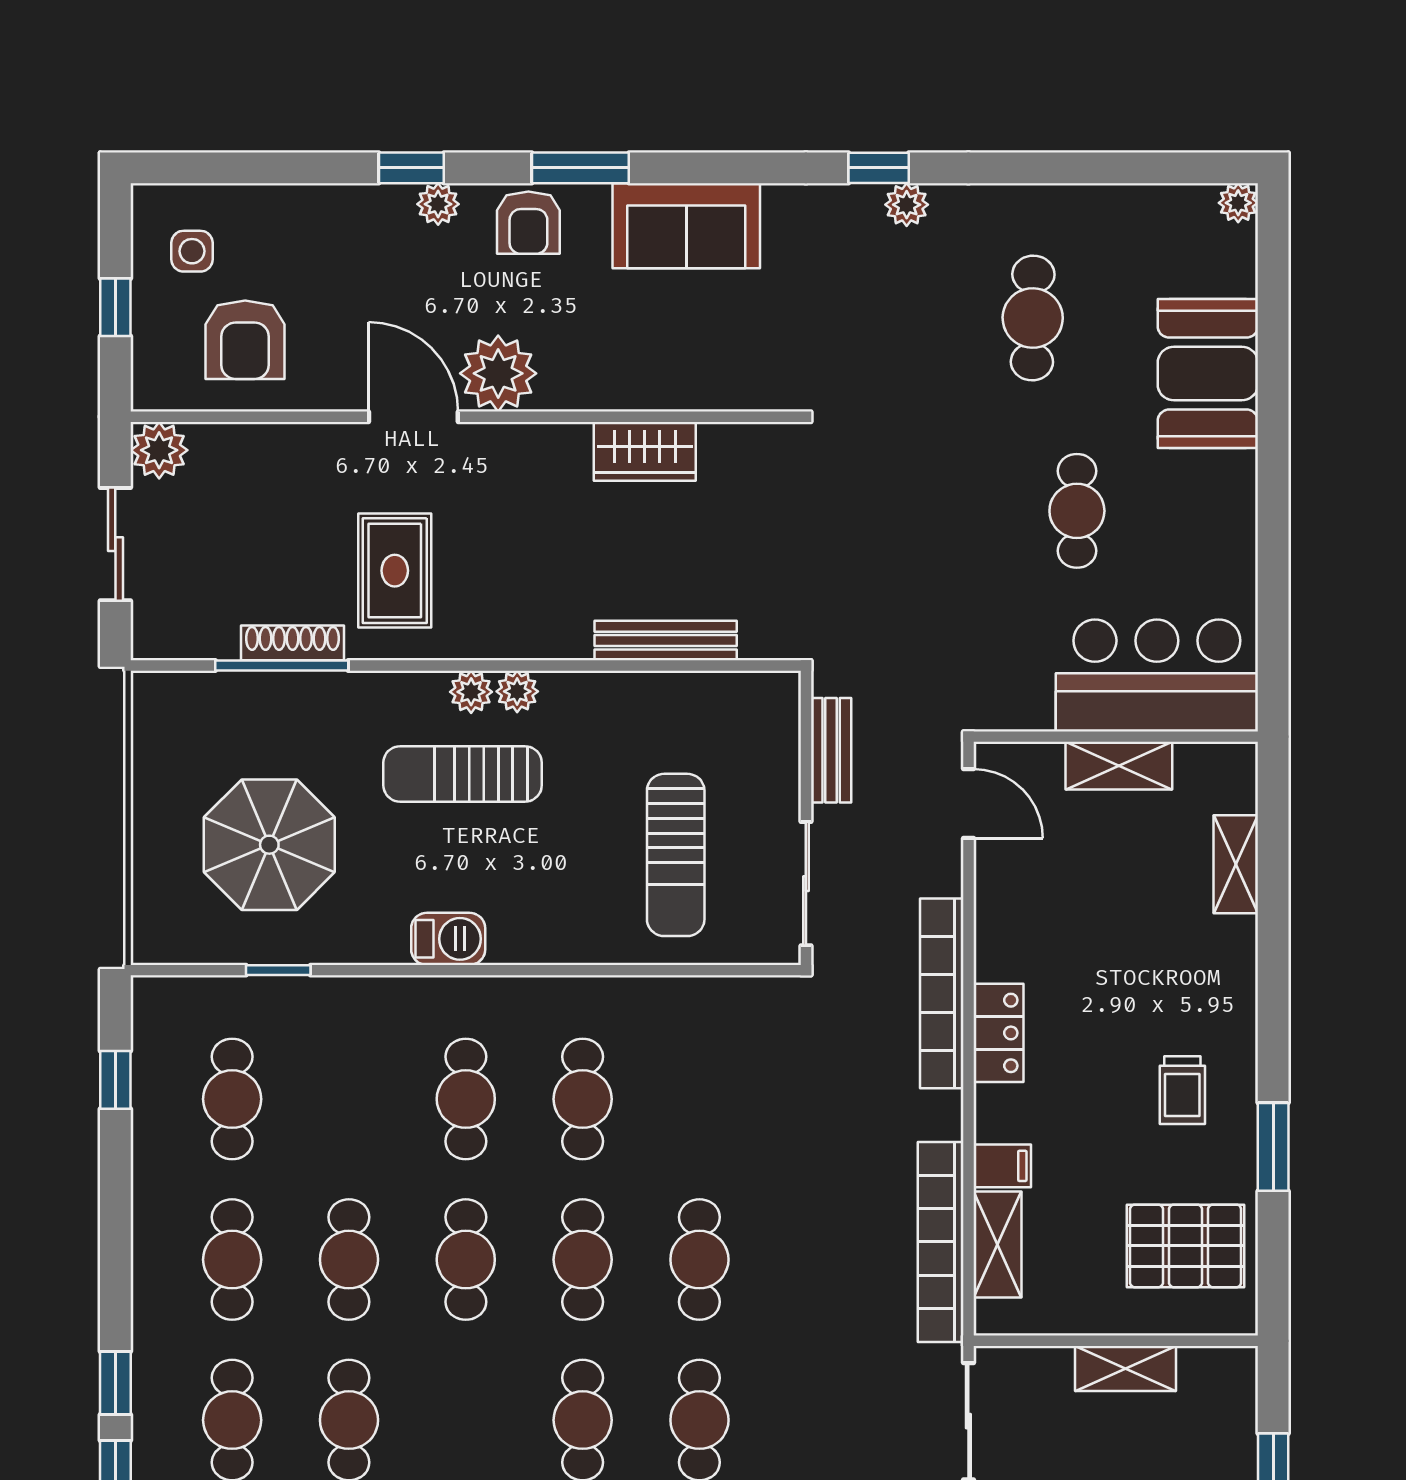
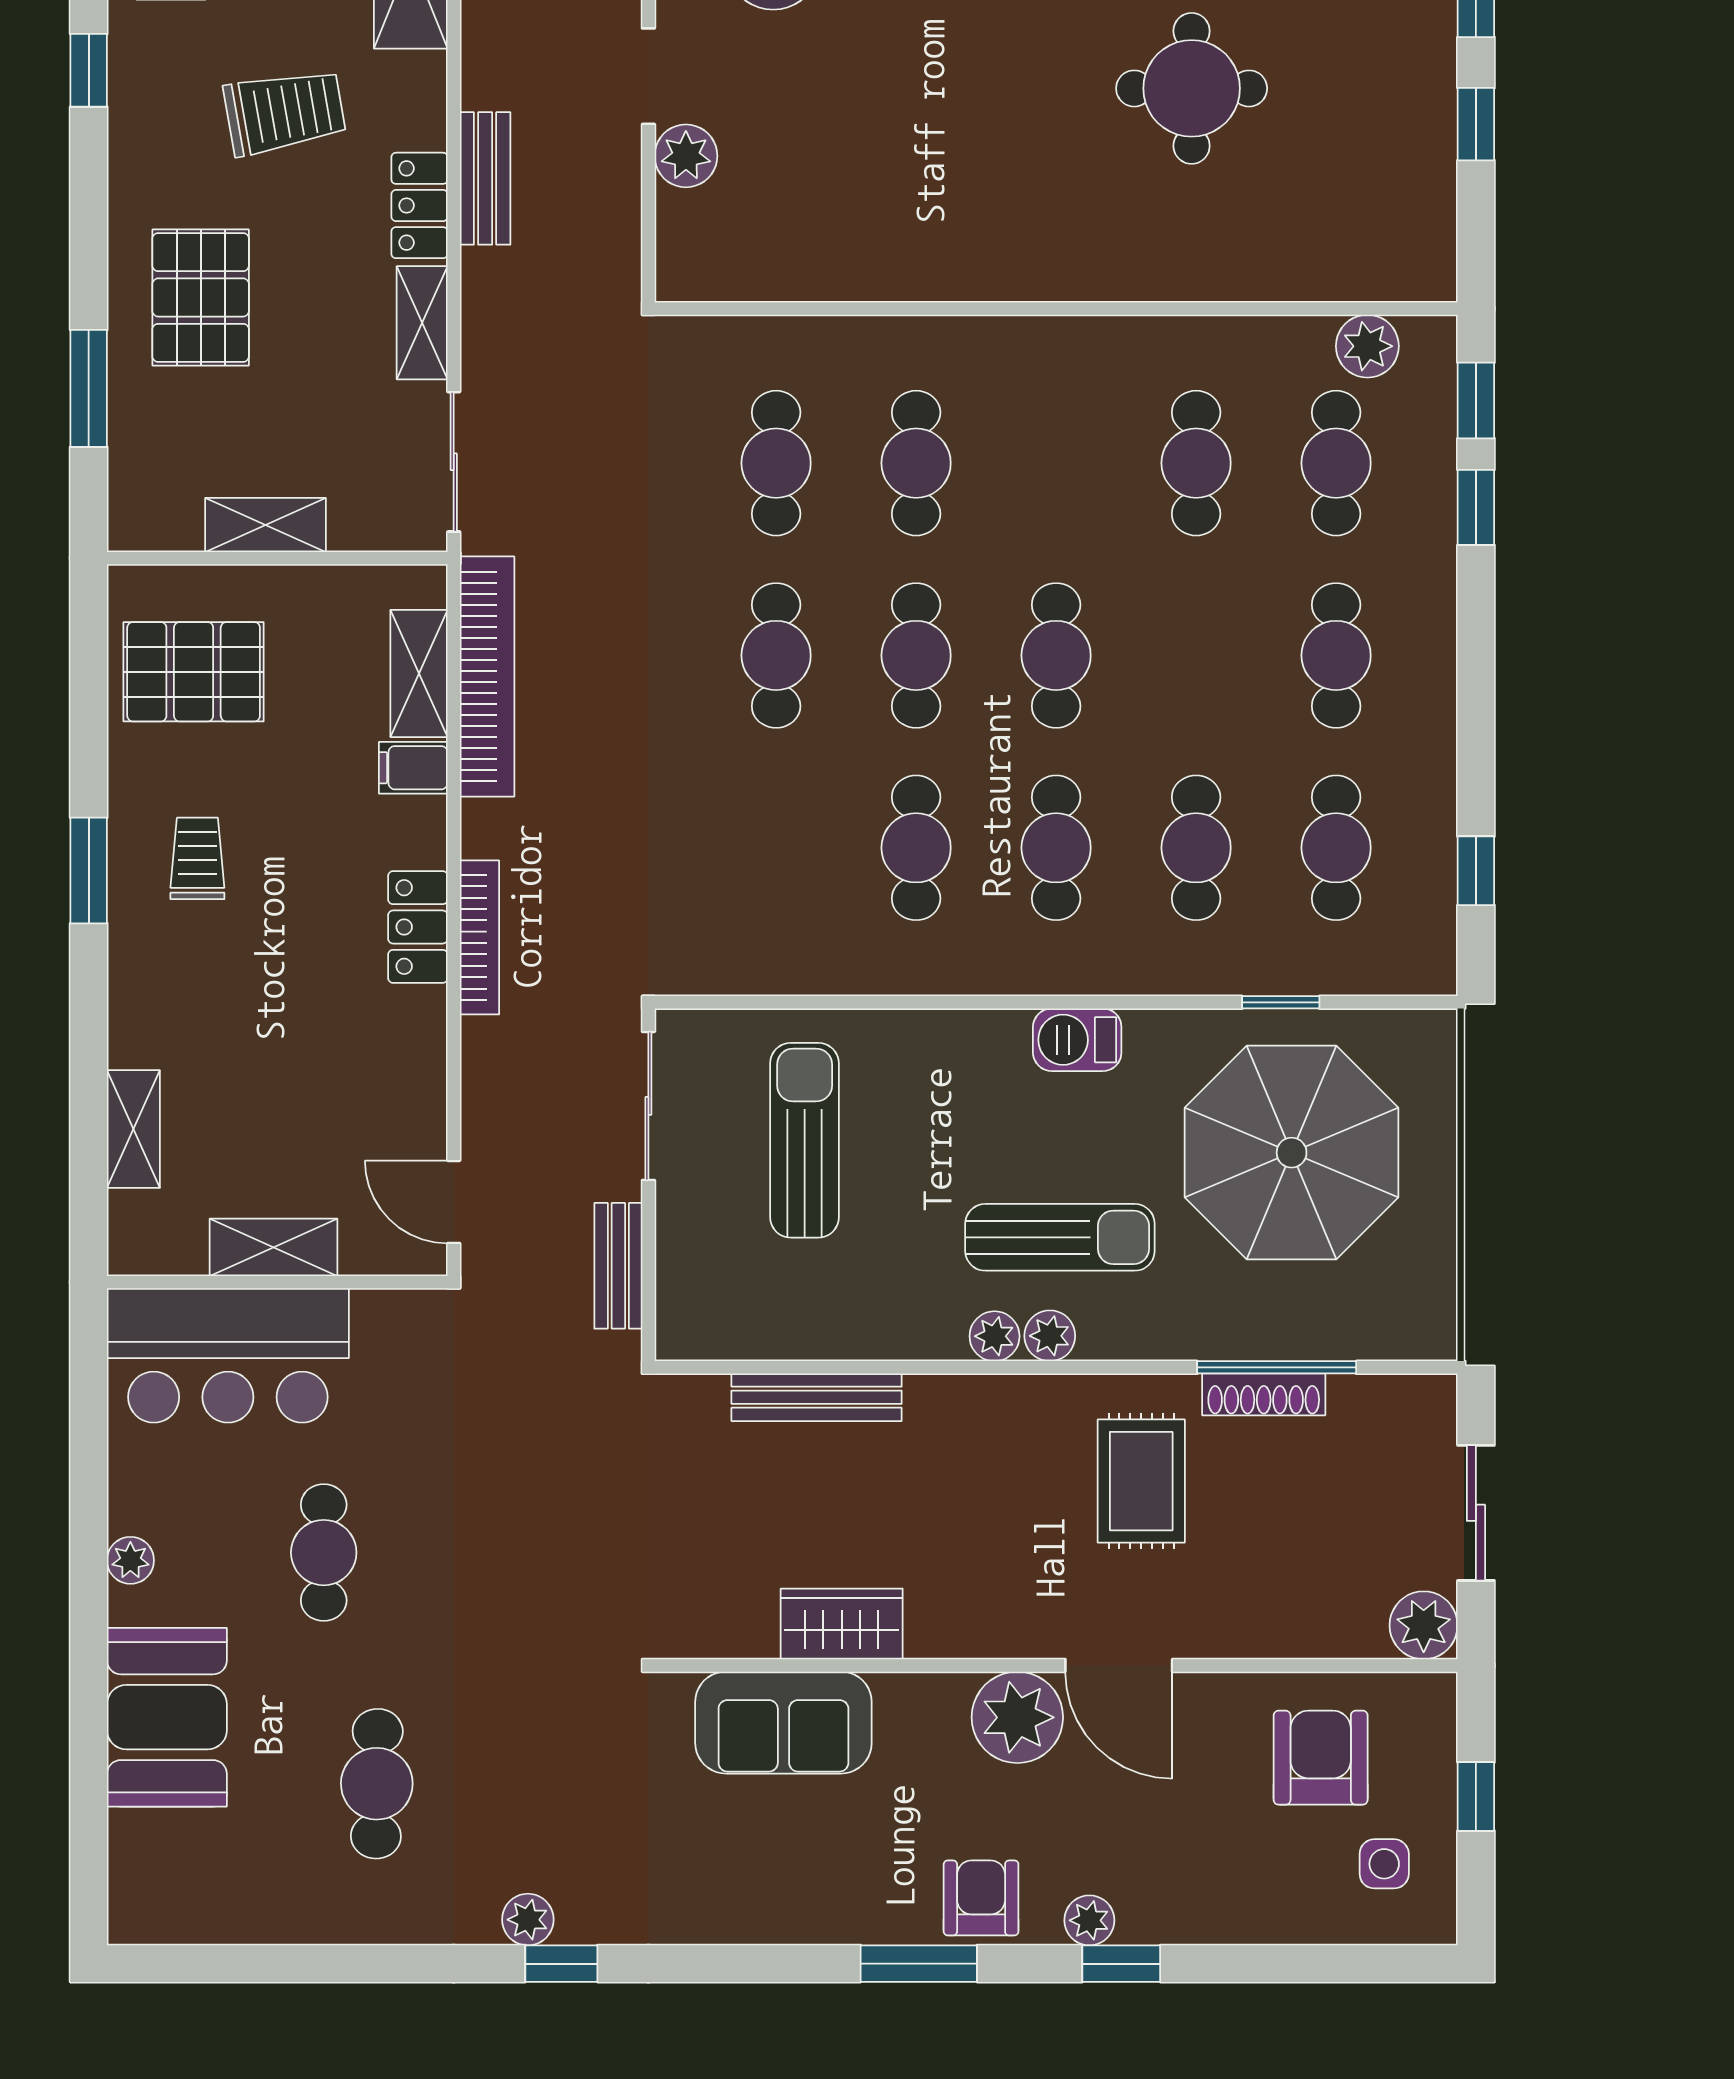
plant: (1238, 203) -> (130, 1560), moved
sofa: (686, 226) -> (783, 1723), moved, turned 180
parasol: (269, 845) -> (1292, 1153), width x1.36, depth x1.36
bookcase: (942, 993) -> (480, 937), width x0.68, depth x0.76
window: (1273, 1147) -> (89, 871), moved
cafe table: (349, 1260) -> (1196, 848), moved

